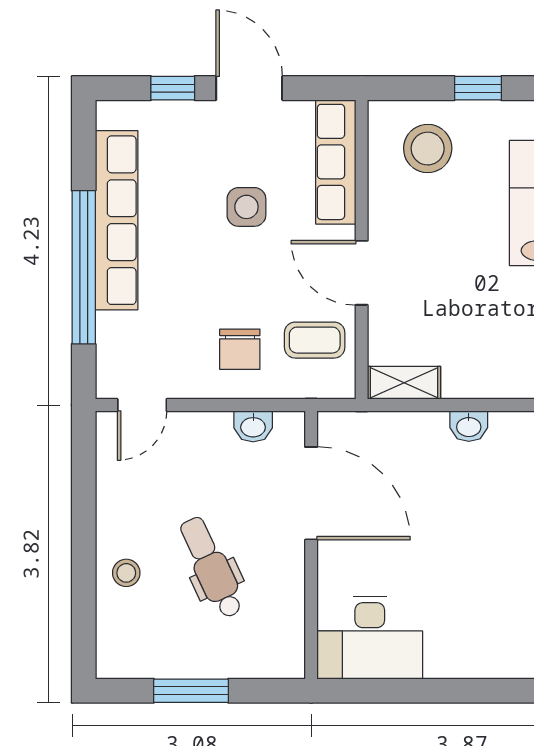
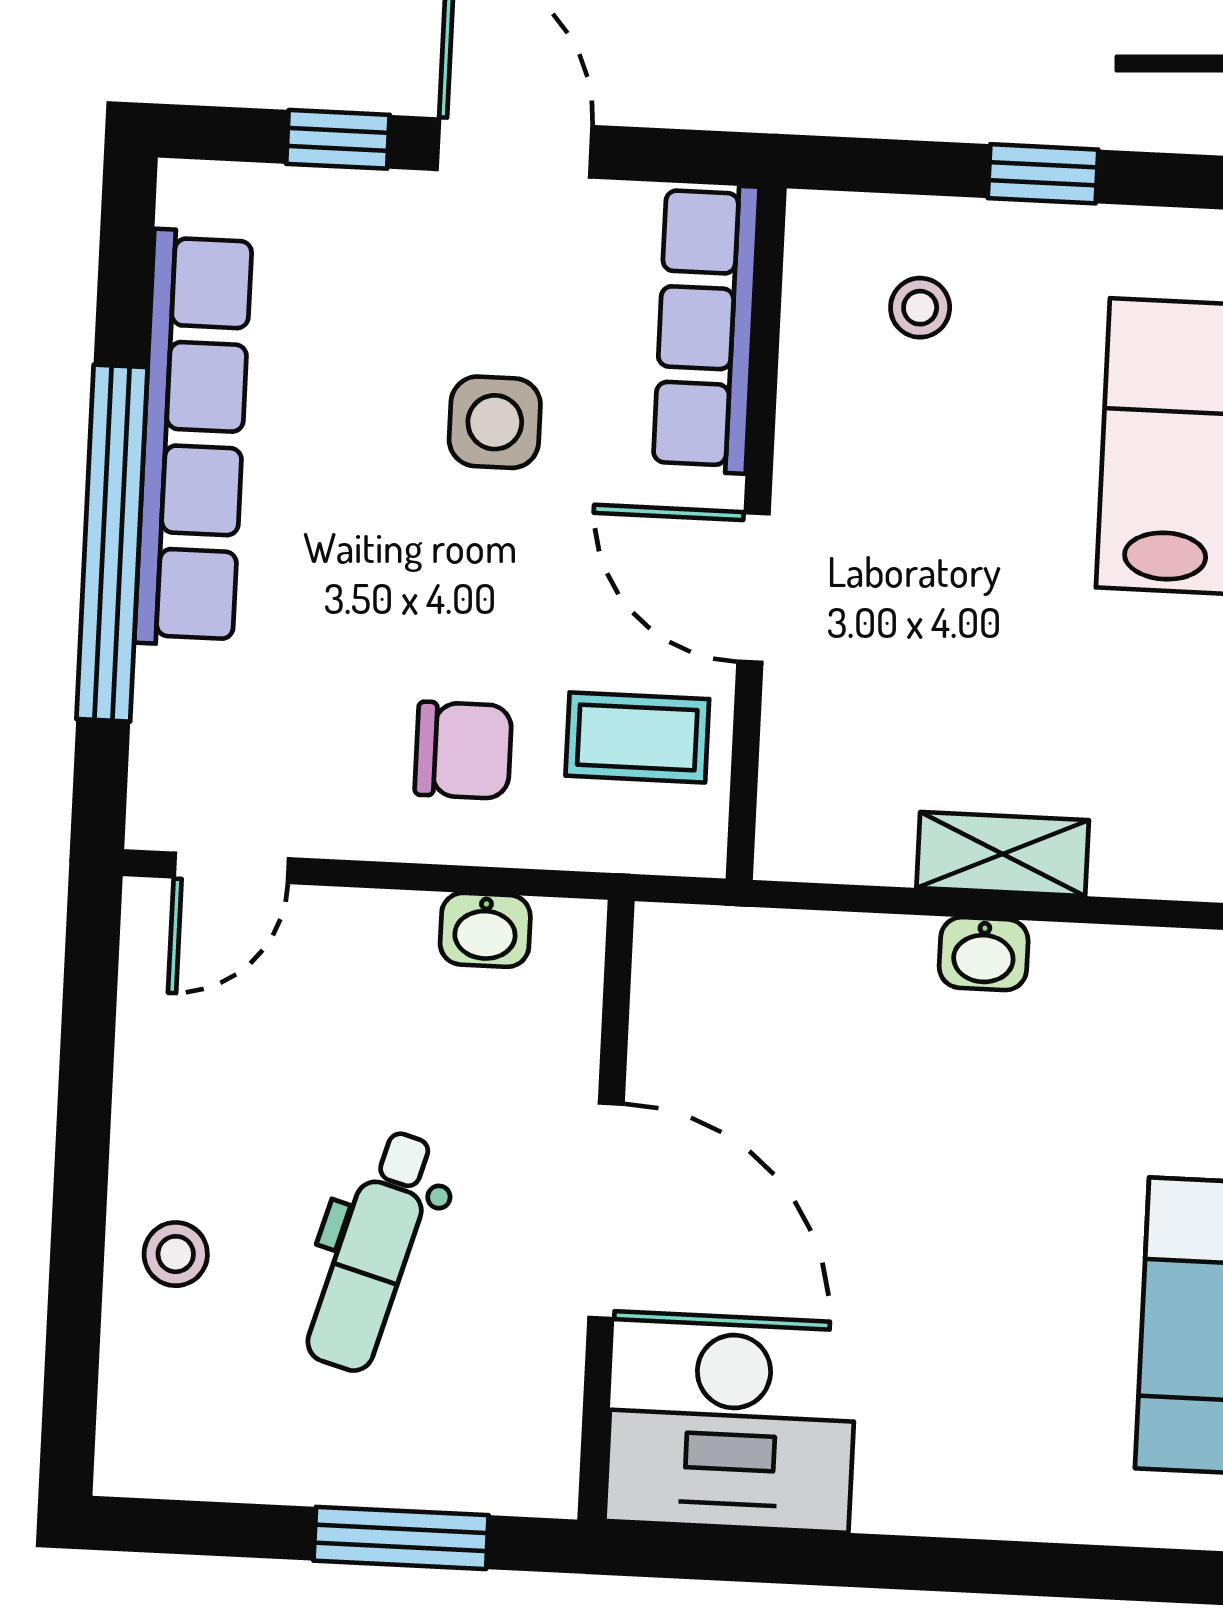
stool: (428, 149) -> (920, 308), width x0.53, depth x0.53
chair: (240, 349) -> (463, 750), turned -90
shelving: (404, 383) -> (1003, 854), moved
door: (311, 493) -> (606, 1211), moved
dental chair: (211, 567) -> (373, 1251), turned -139
window: (191, 691) -> (401, 1538), moved

